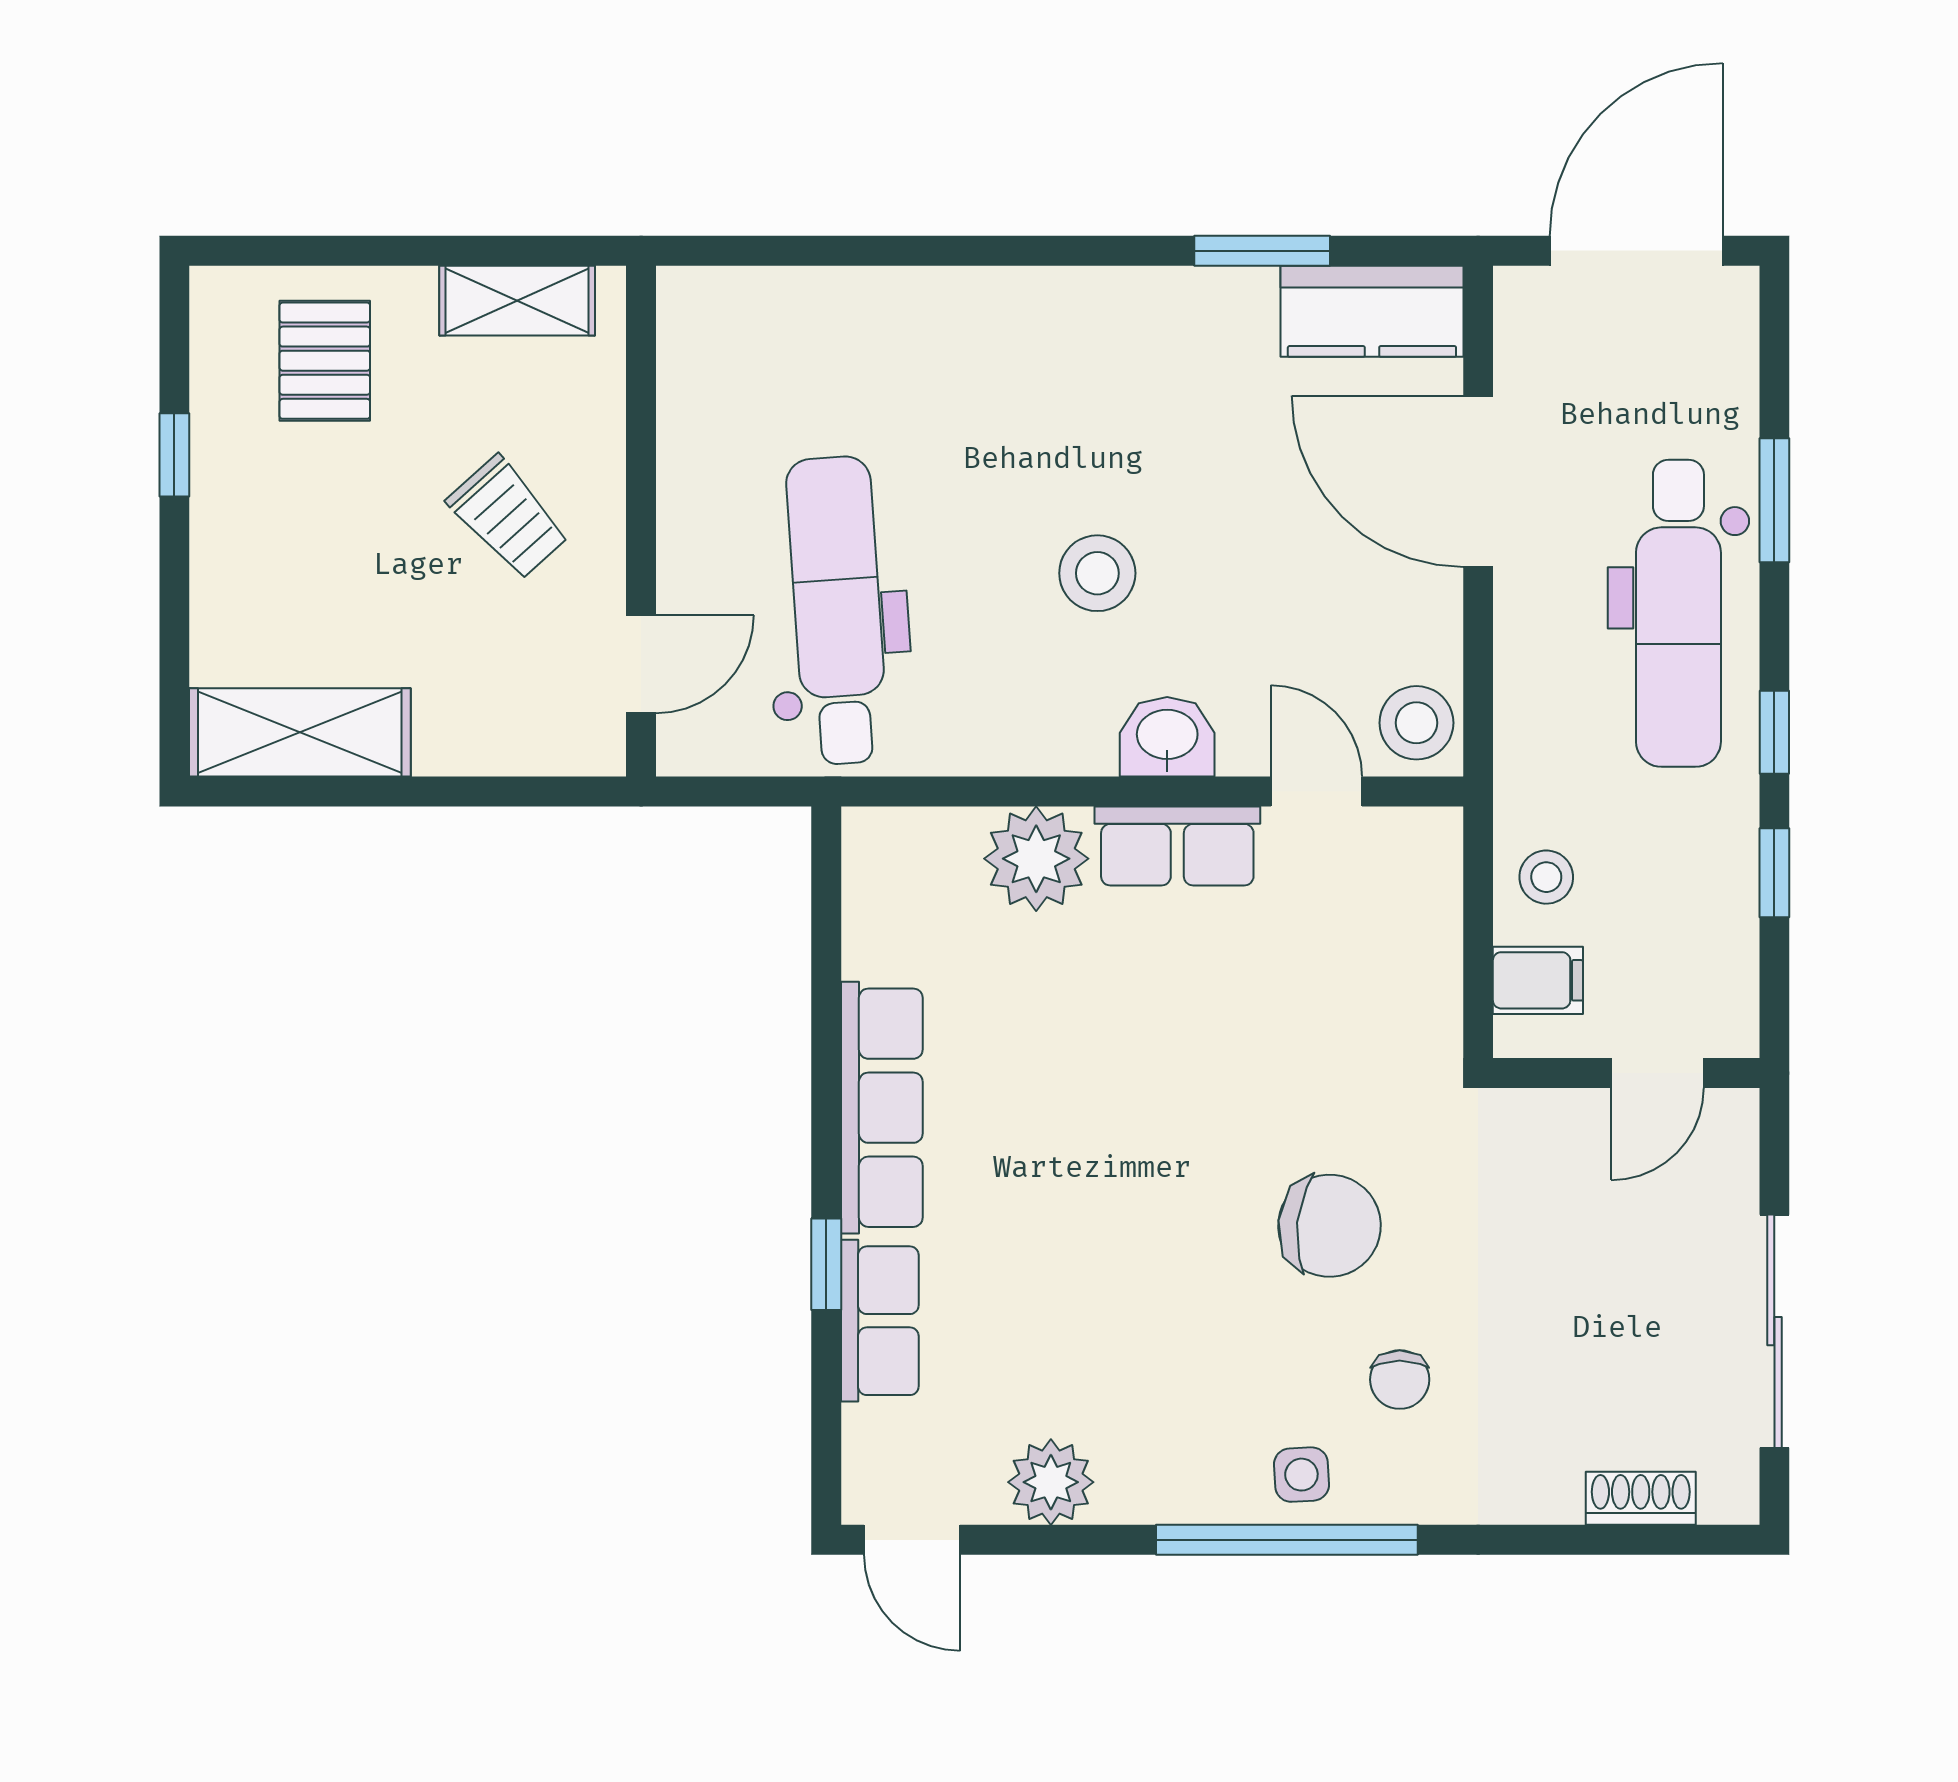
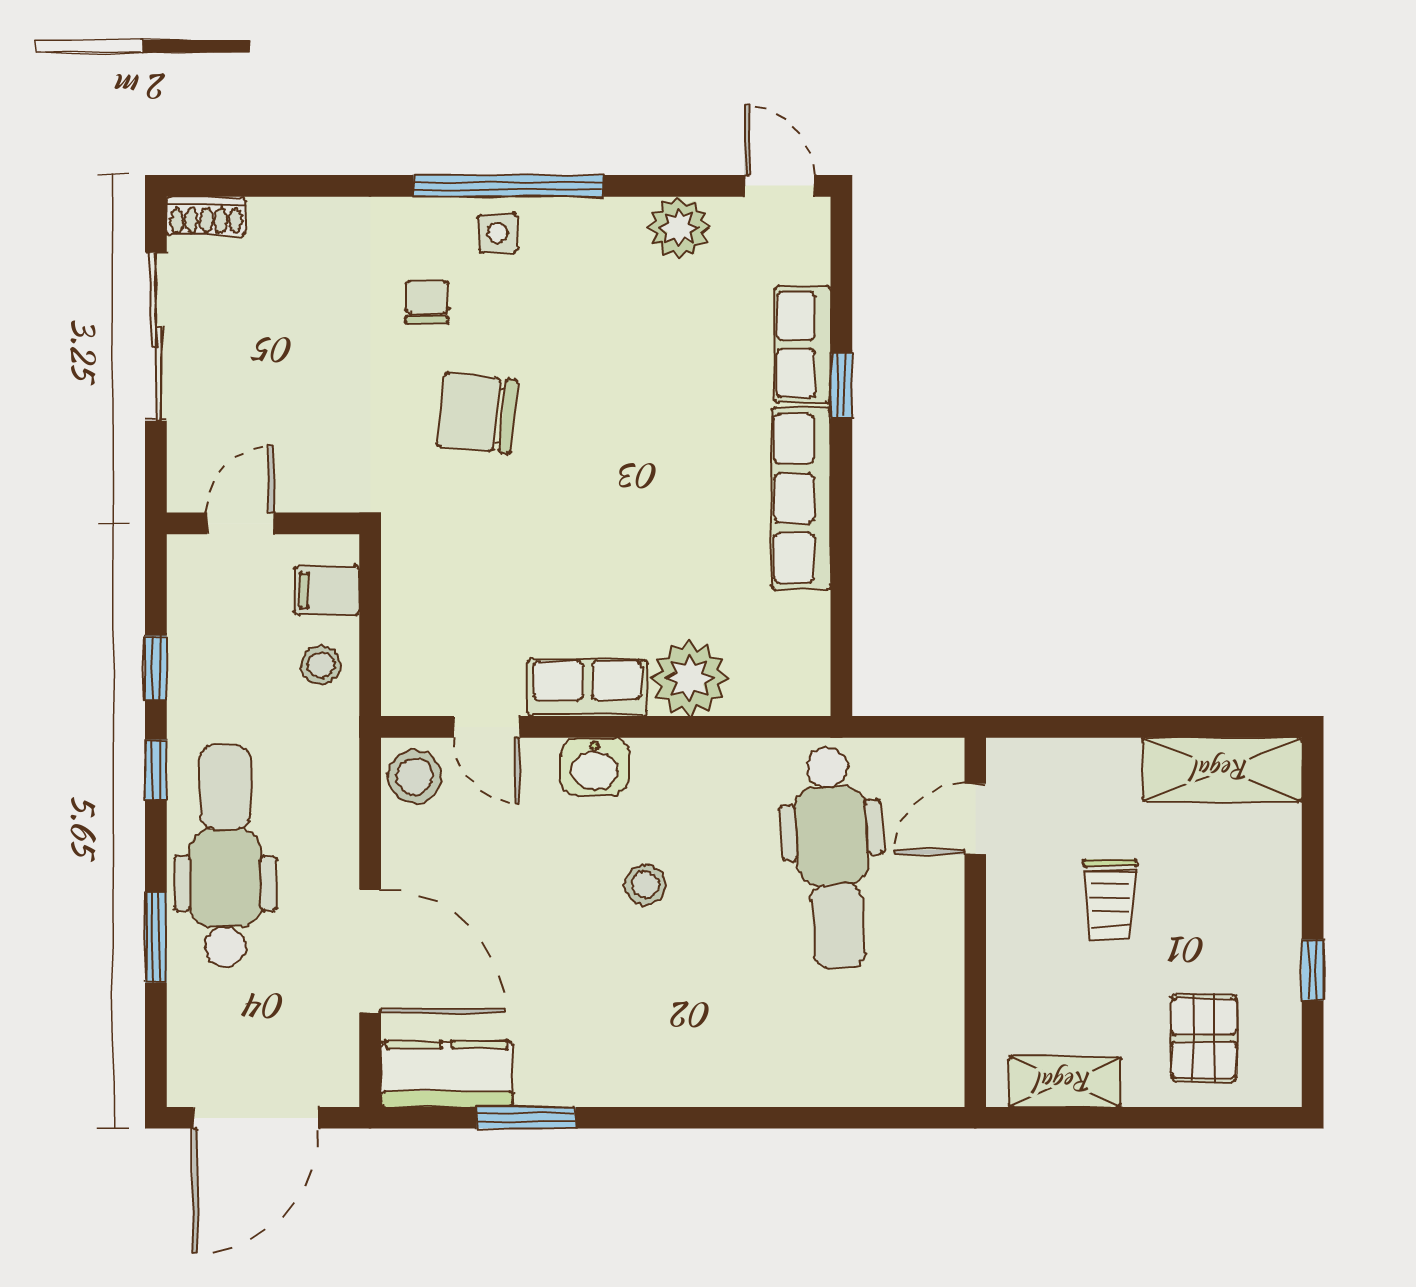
trolley: (508, 518) -> (1110, 899), moved, turned -138
stool: (1097, 573) -> (645, 885), width x0.73, depth x0.73
shoe rack: (1641, 1498) -> (206, 216), moved

